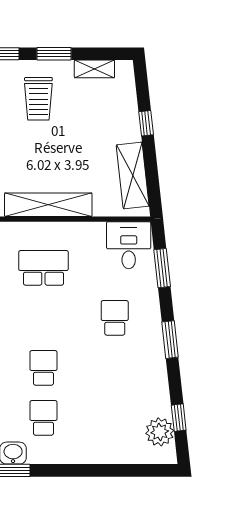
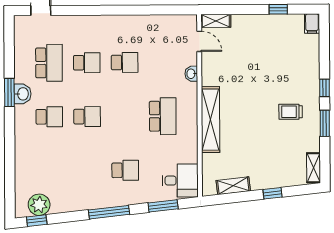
shelving: (94, 69) -> (313, 168), moved
trolley: (38, 99) -> (291, 112), width x0.73, depth x0.72
shelving: (133, 175) -> (233, 186), width x0.67, depth x0.75
window: (170, 340) -> (109, 212), width x1.44
window: (179, 418) -> (37, 221), moved

